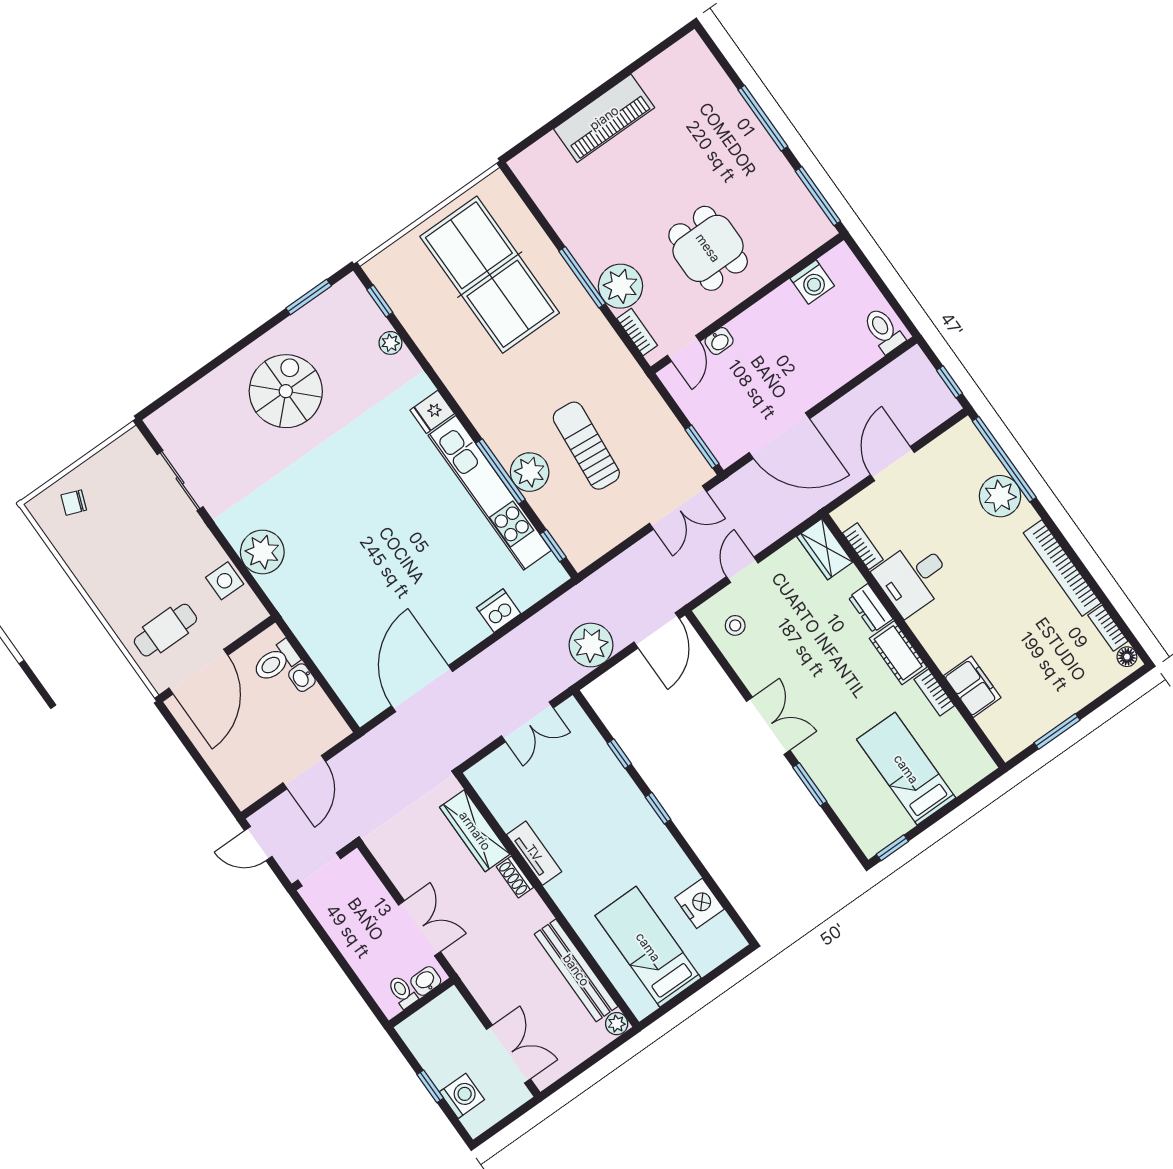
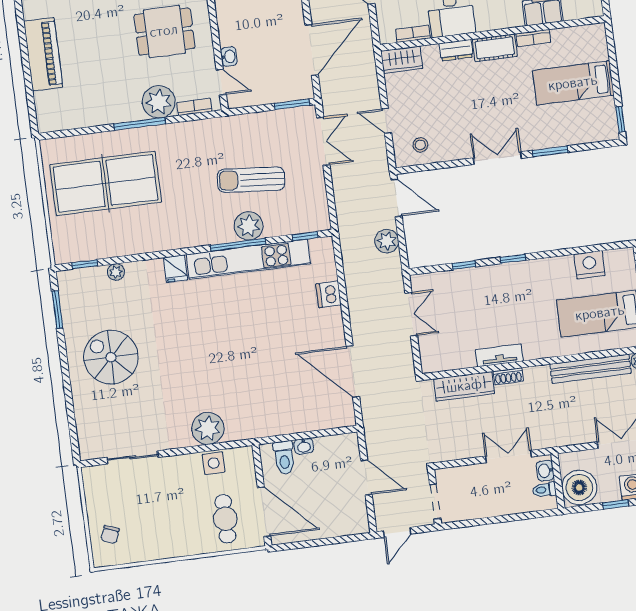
plant: (591, 645) -> (387, 241), width x0.73, depth x0.73
boiler: (427, 1032) -> (579, 487), added

